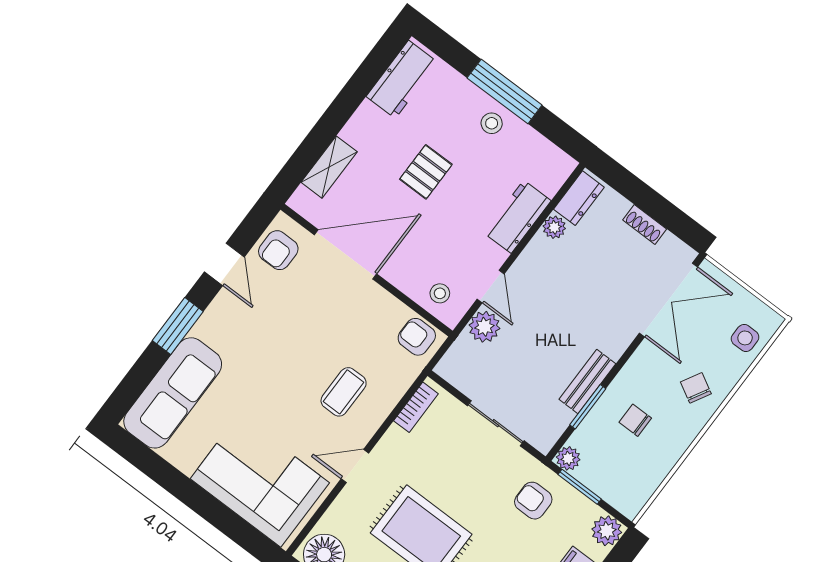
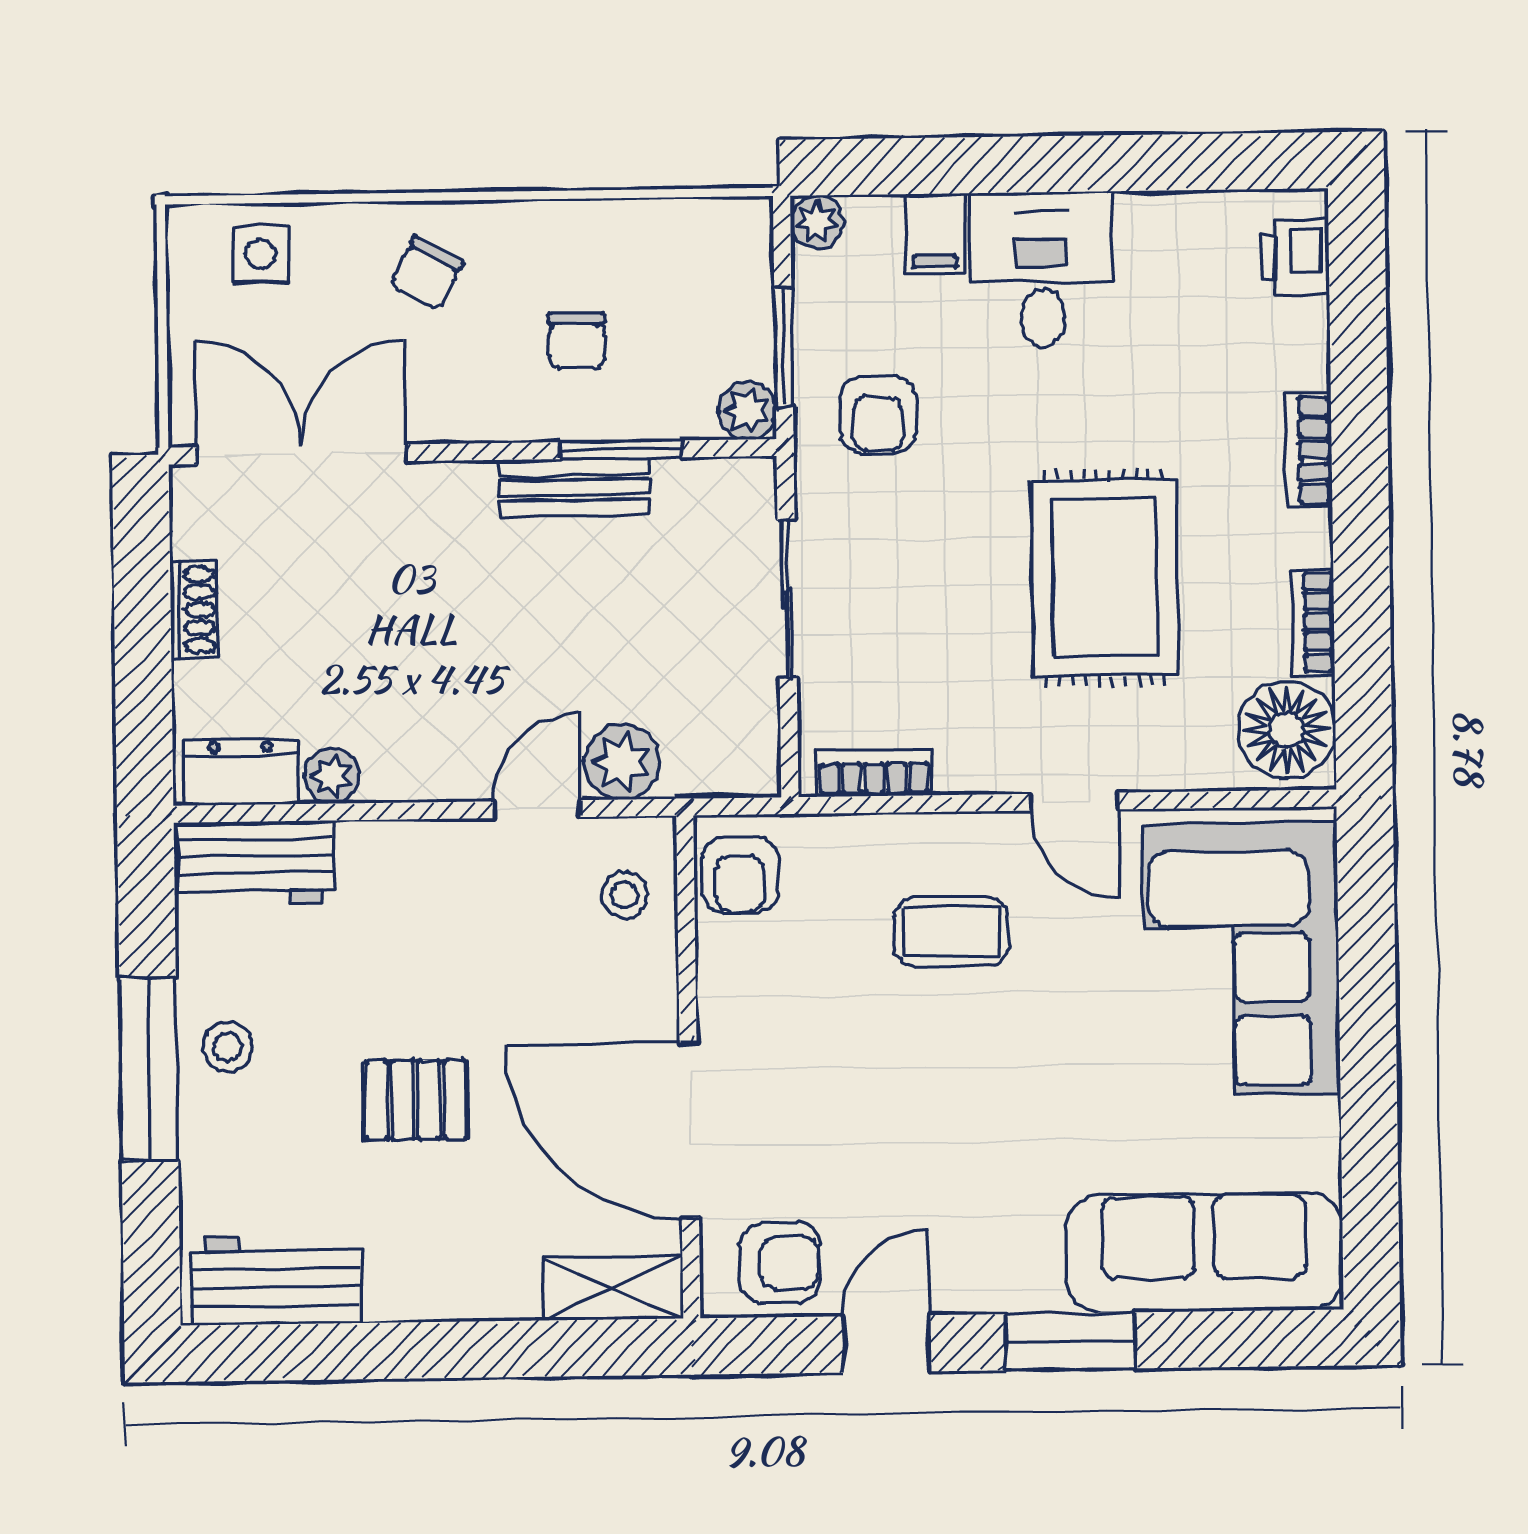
shelving: (329, 167) -> (613, 1288), moved
workbench: (517, 217) -> (254, 863), moved
plant: (607, 531) -> (817, 222), width x0.73, depth x0.73

